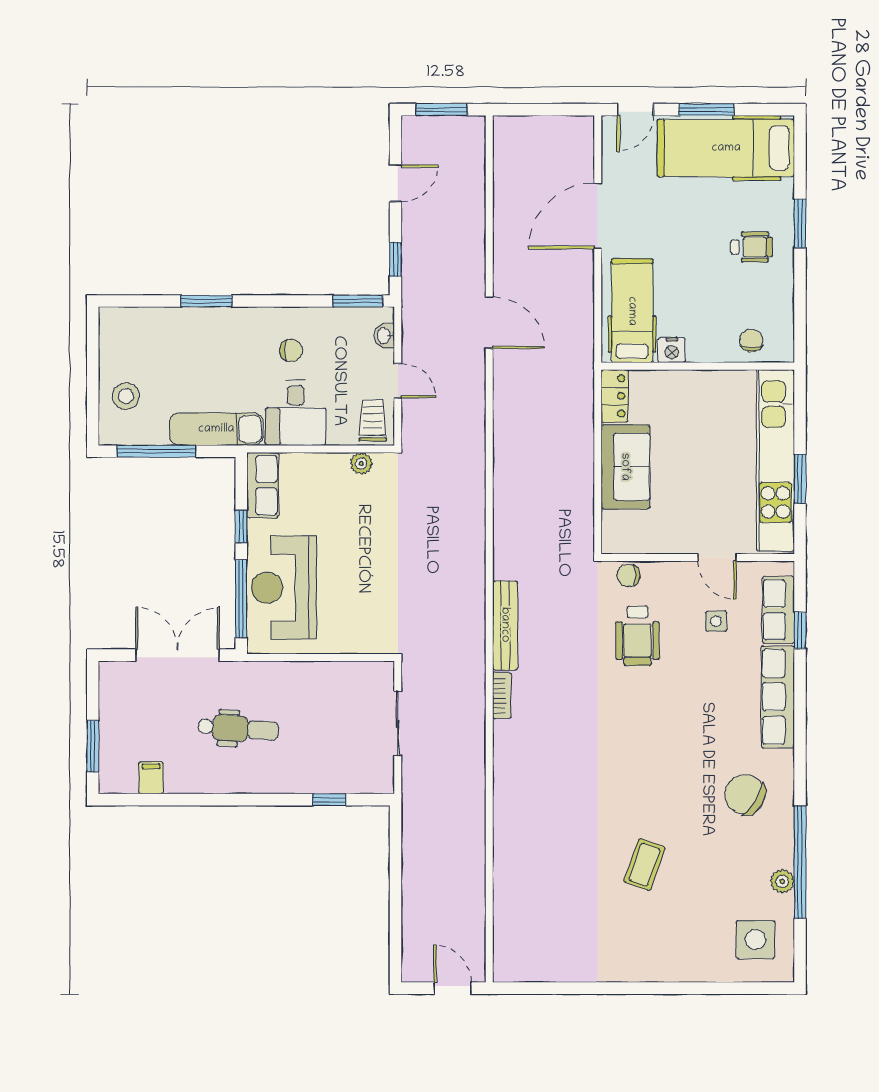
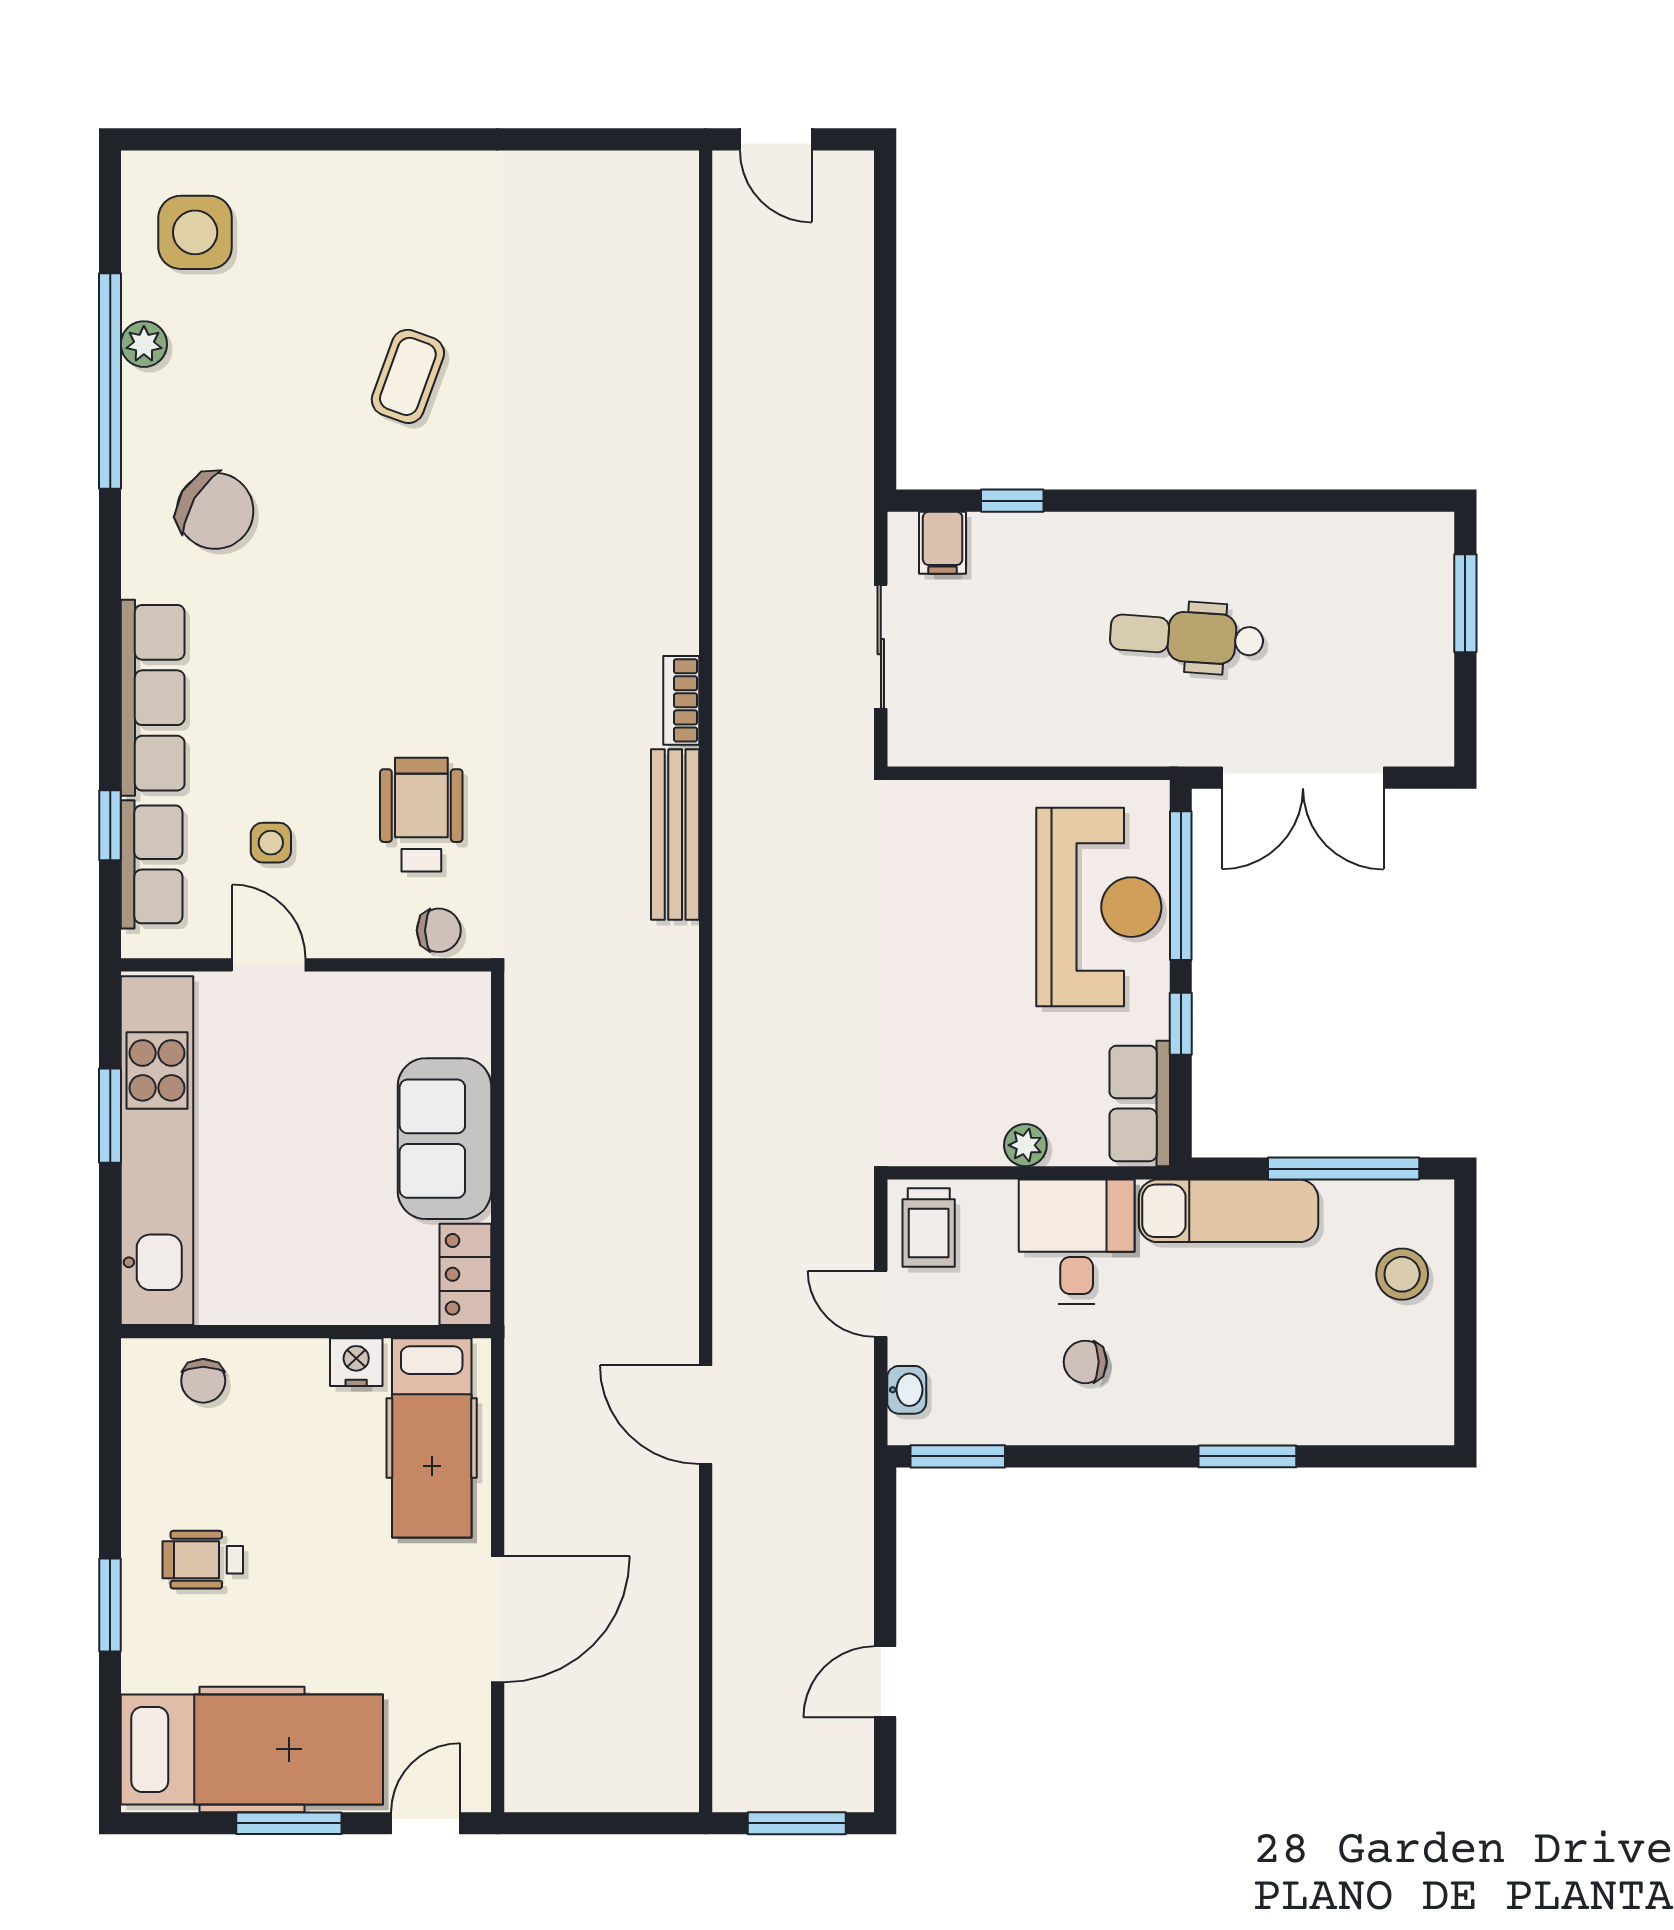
window: (396, 259) -> (885, 1536), removed
plant: (361, 463) -> (1025, 1145), moved
filing cabinet: (151, 778) -> (943, 543), moved

